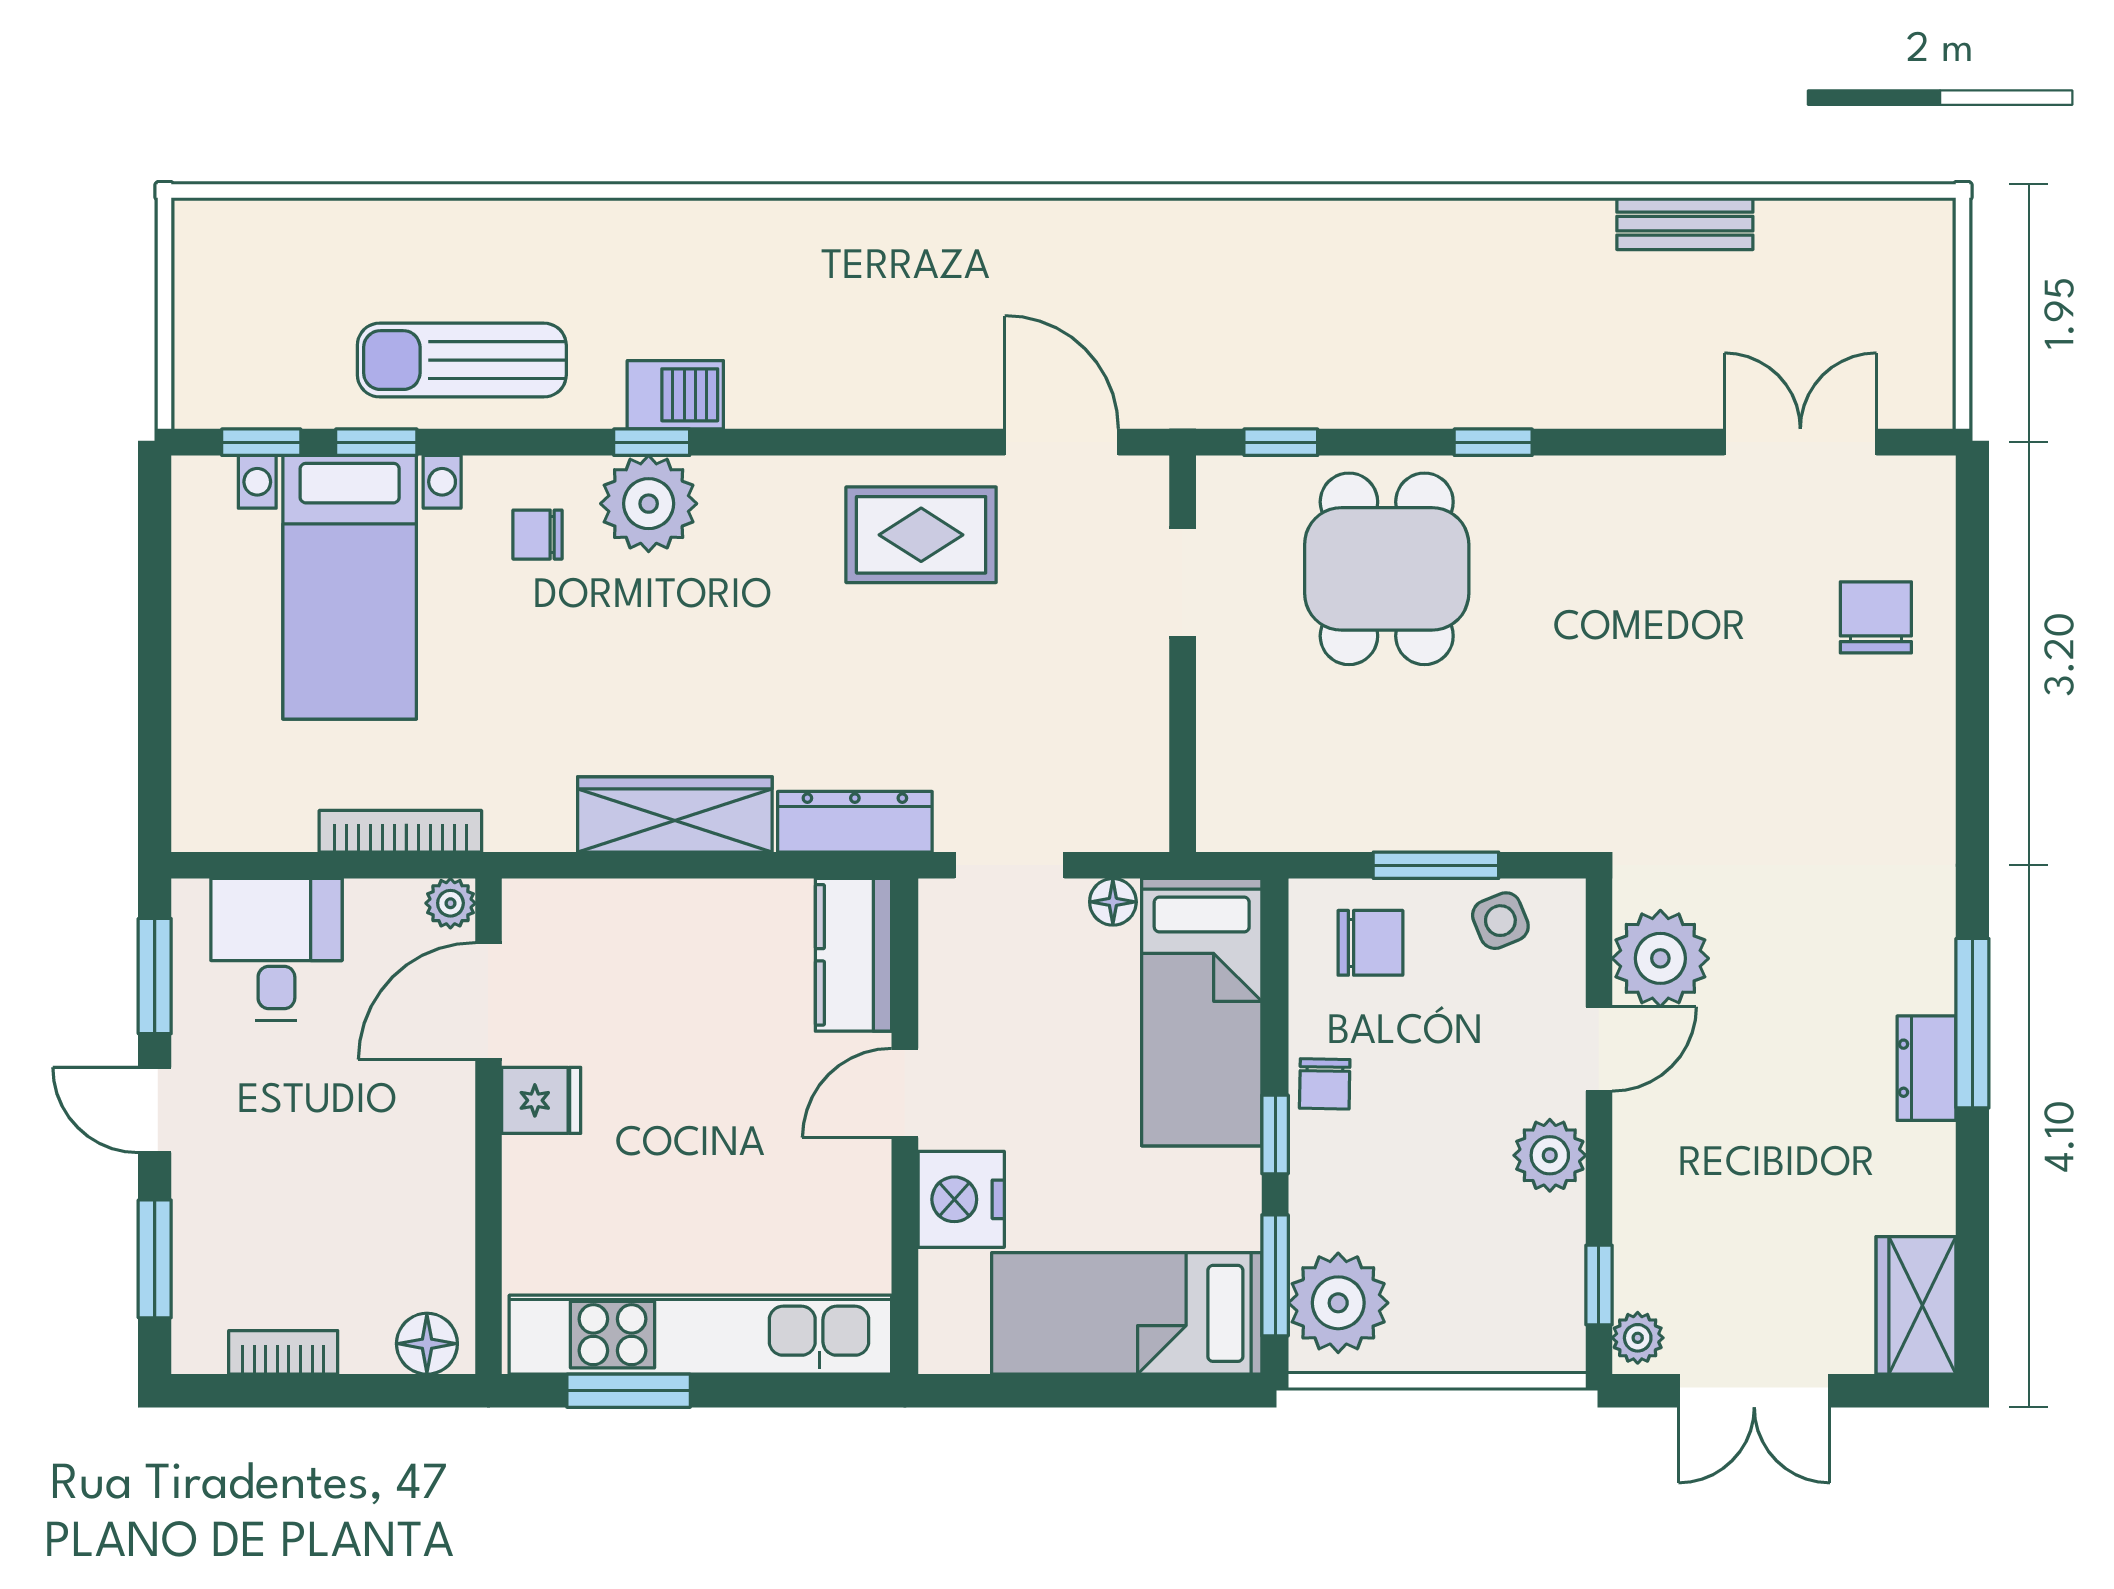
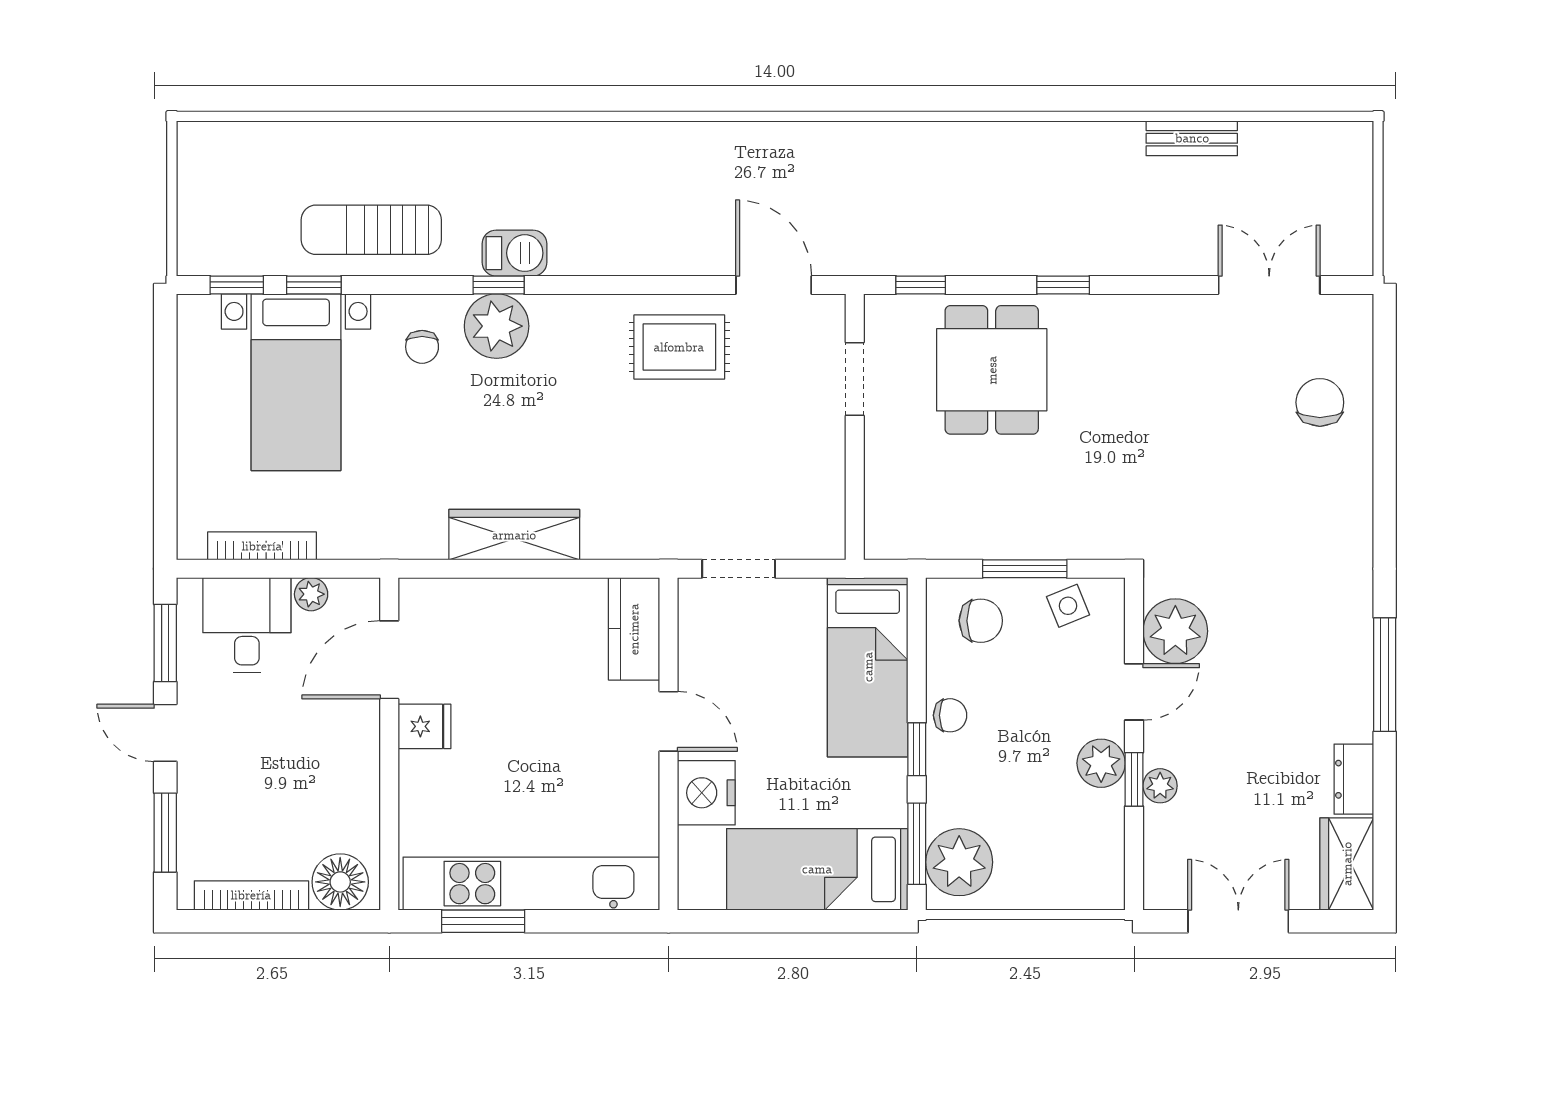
chair: (537, 535) -> (422, 347), turned -90
dresser: (855, 822) -> (635, 539), removed
bookcase: (400, 831) -> (262, 546), moved
floor lamp: (1113, 902) -> (808, 593), removed
plant: (450, 903) -> (311, 594), moved
dresser: (1927, 1068) -> (1354, 779), moved
chair: (1325, 1084) -> (950, 715), turned -91
door: (905, 1093) -> (669, 721), swing flipped
window: (1599, 1285) -> (1134, 779), moved
plant: (1638, 1338) -> (1160, 786), moved
floor lamp: (427, 1344) -> (340, 882), width x1.38, depth x1.38
bookcase: (283, 1352) -> (251, 895), width x1.56
double door: (1754, 1391) -> (1238, 921), swing flipped

